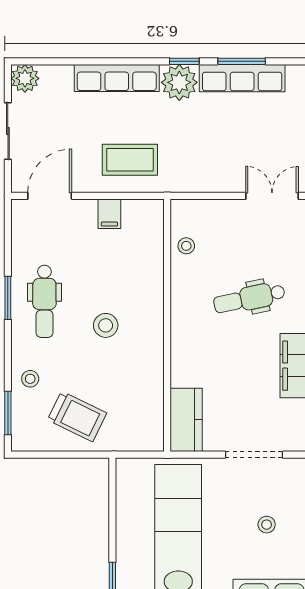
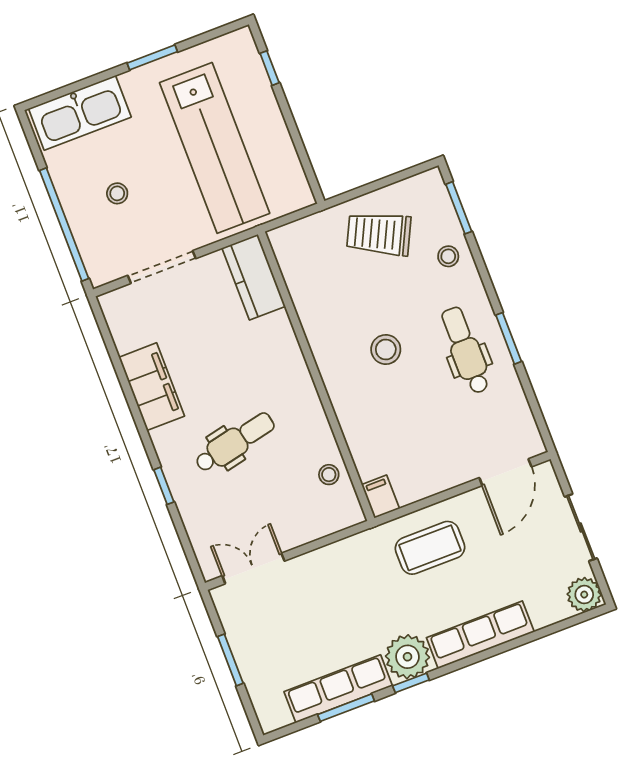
double door: (272, 196) -> (253, 568), swing flipped
filing cabinet: (109, 214) -> (380, 497), moved

